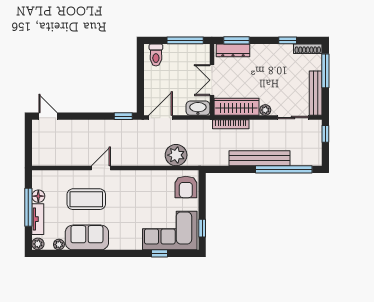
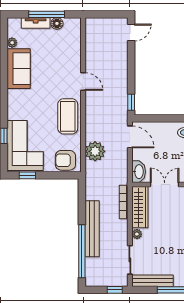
coffee table: (86, 199) -> (68, 116), moved
plant: (38, 244) -> (13, 23), removed

